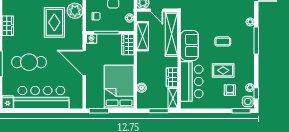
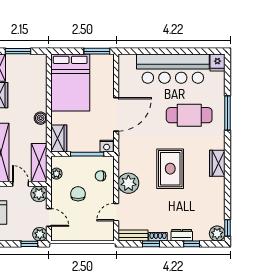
rug: (54, 22) -> (170, 169), moved
shelving: (143, 36) -> (39, 163), moved
door: (84, 63) -> (116, 114), hinge flipped
boiler: (142, 88) -> (41, 118), moved

